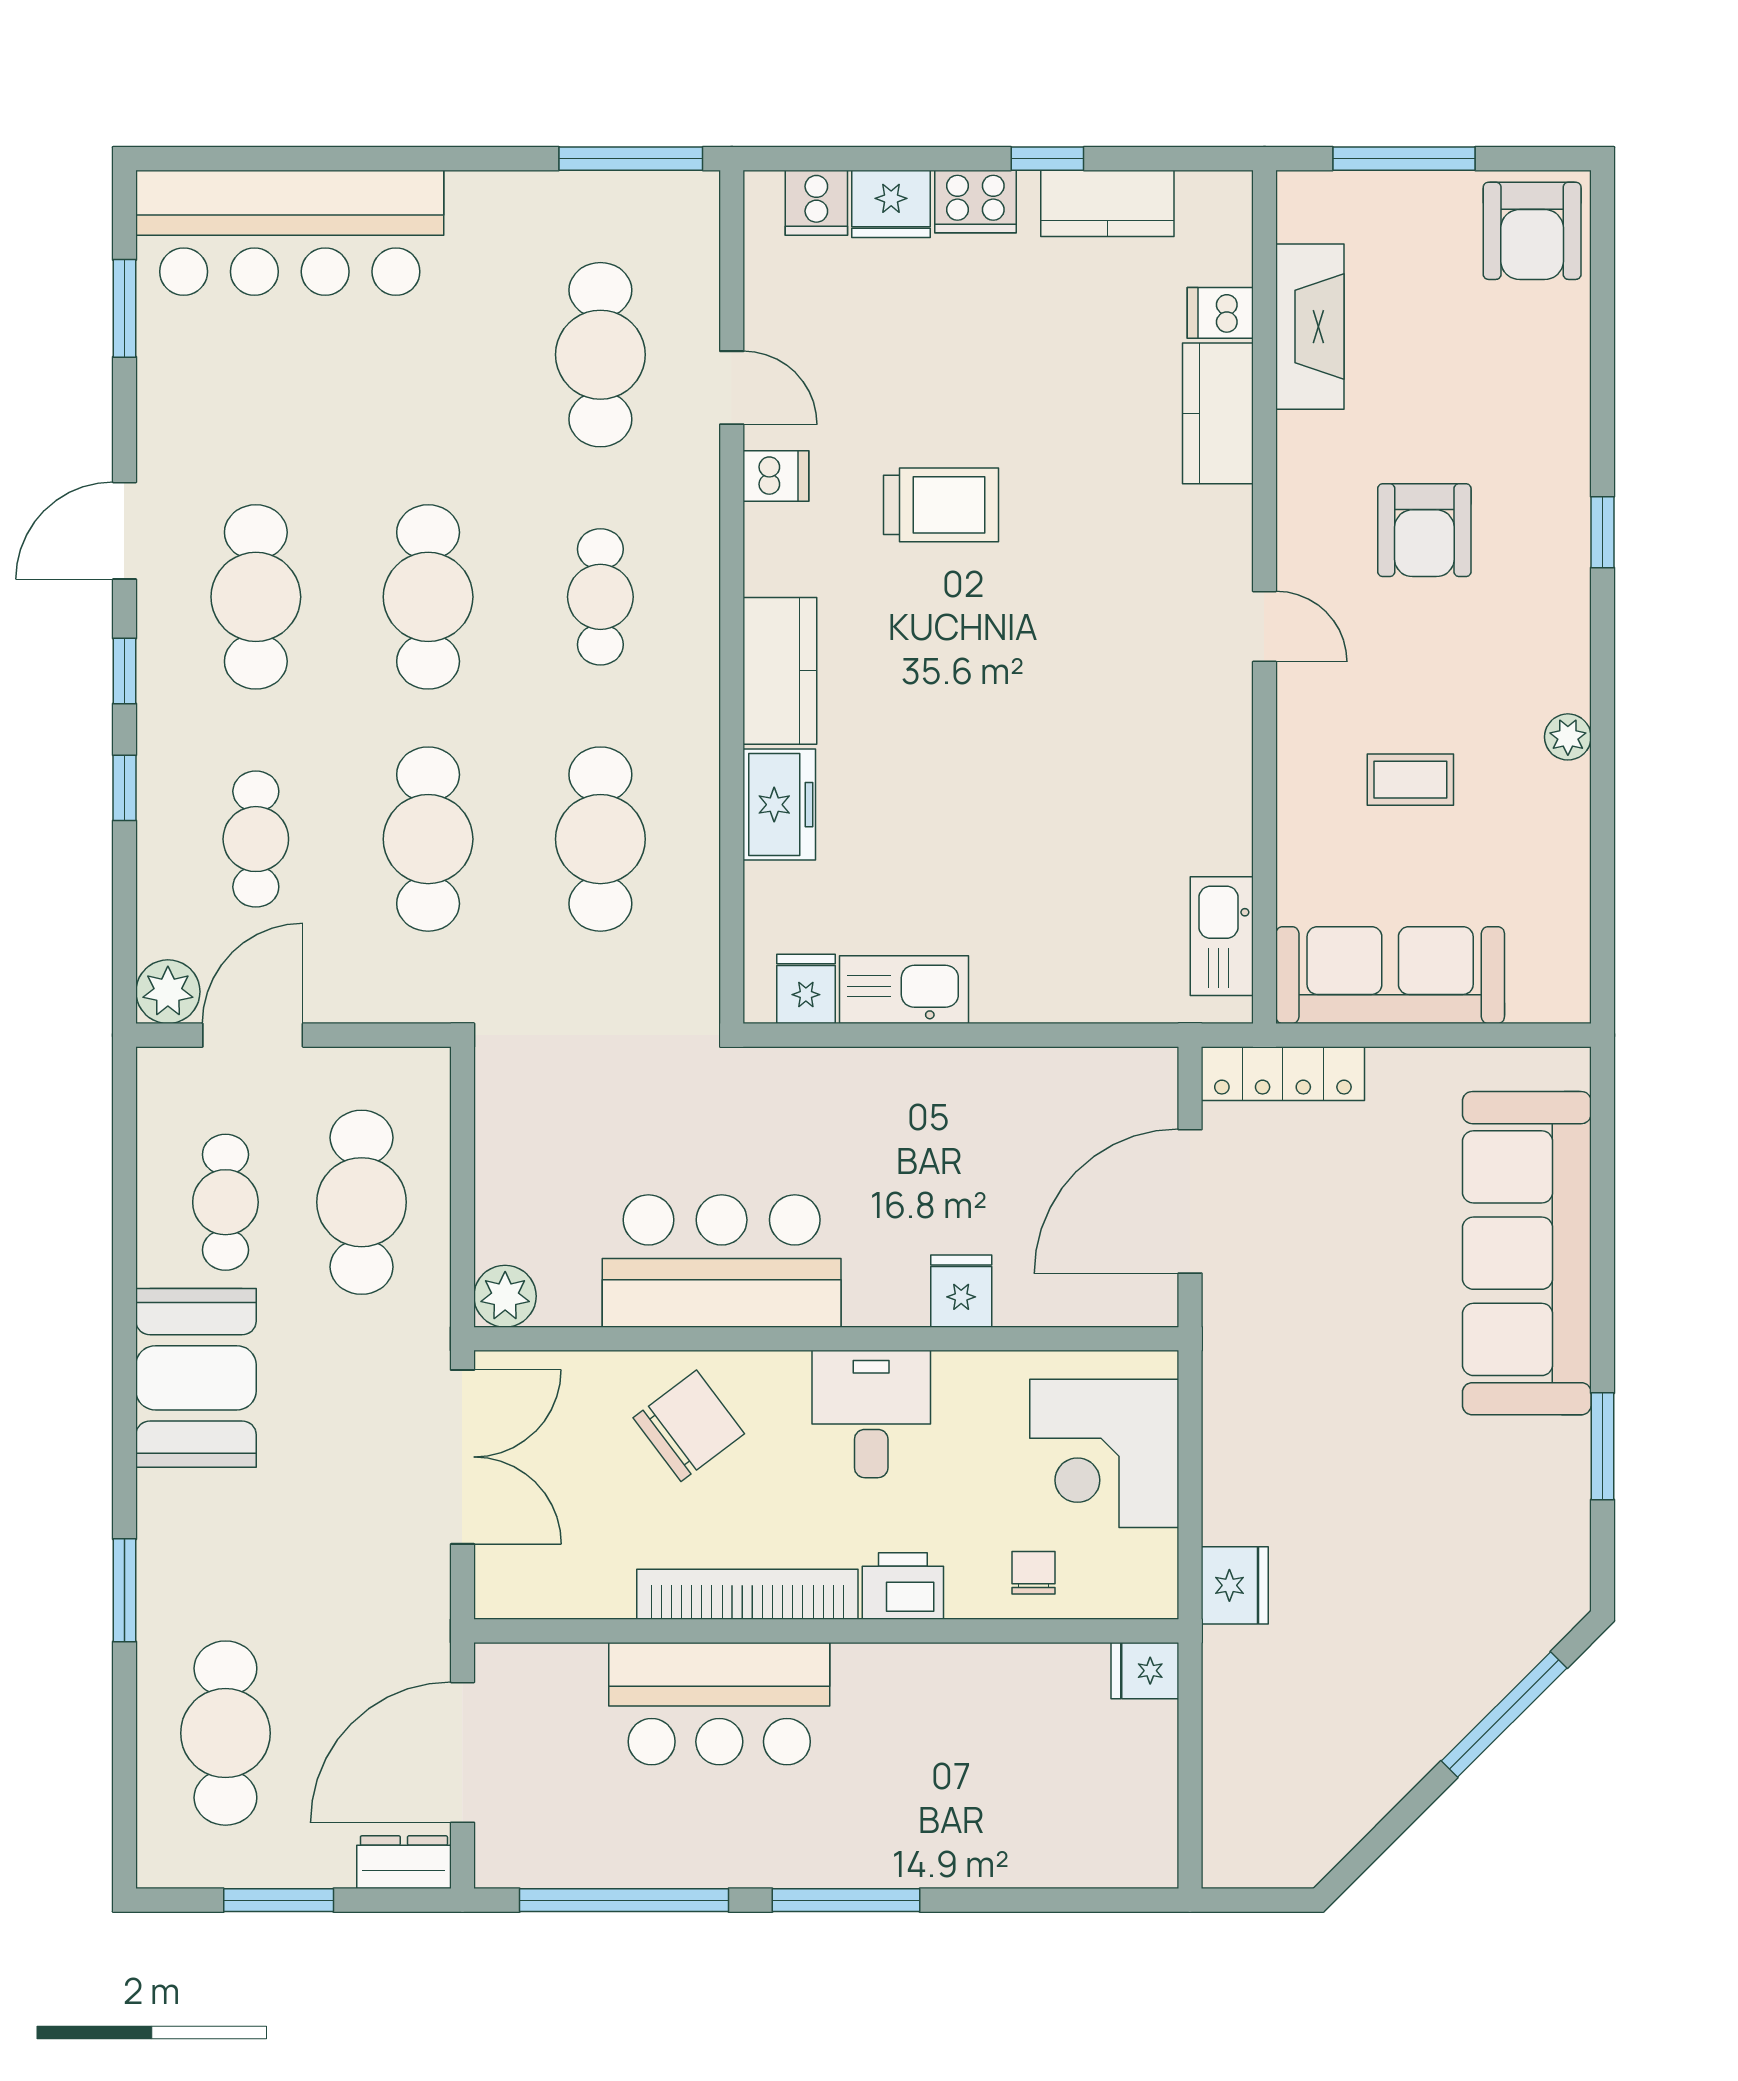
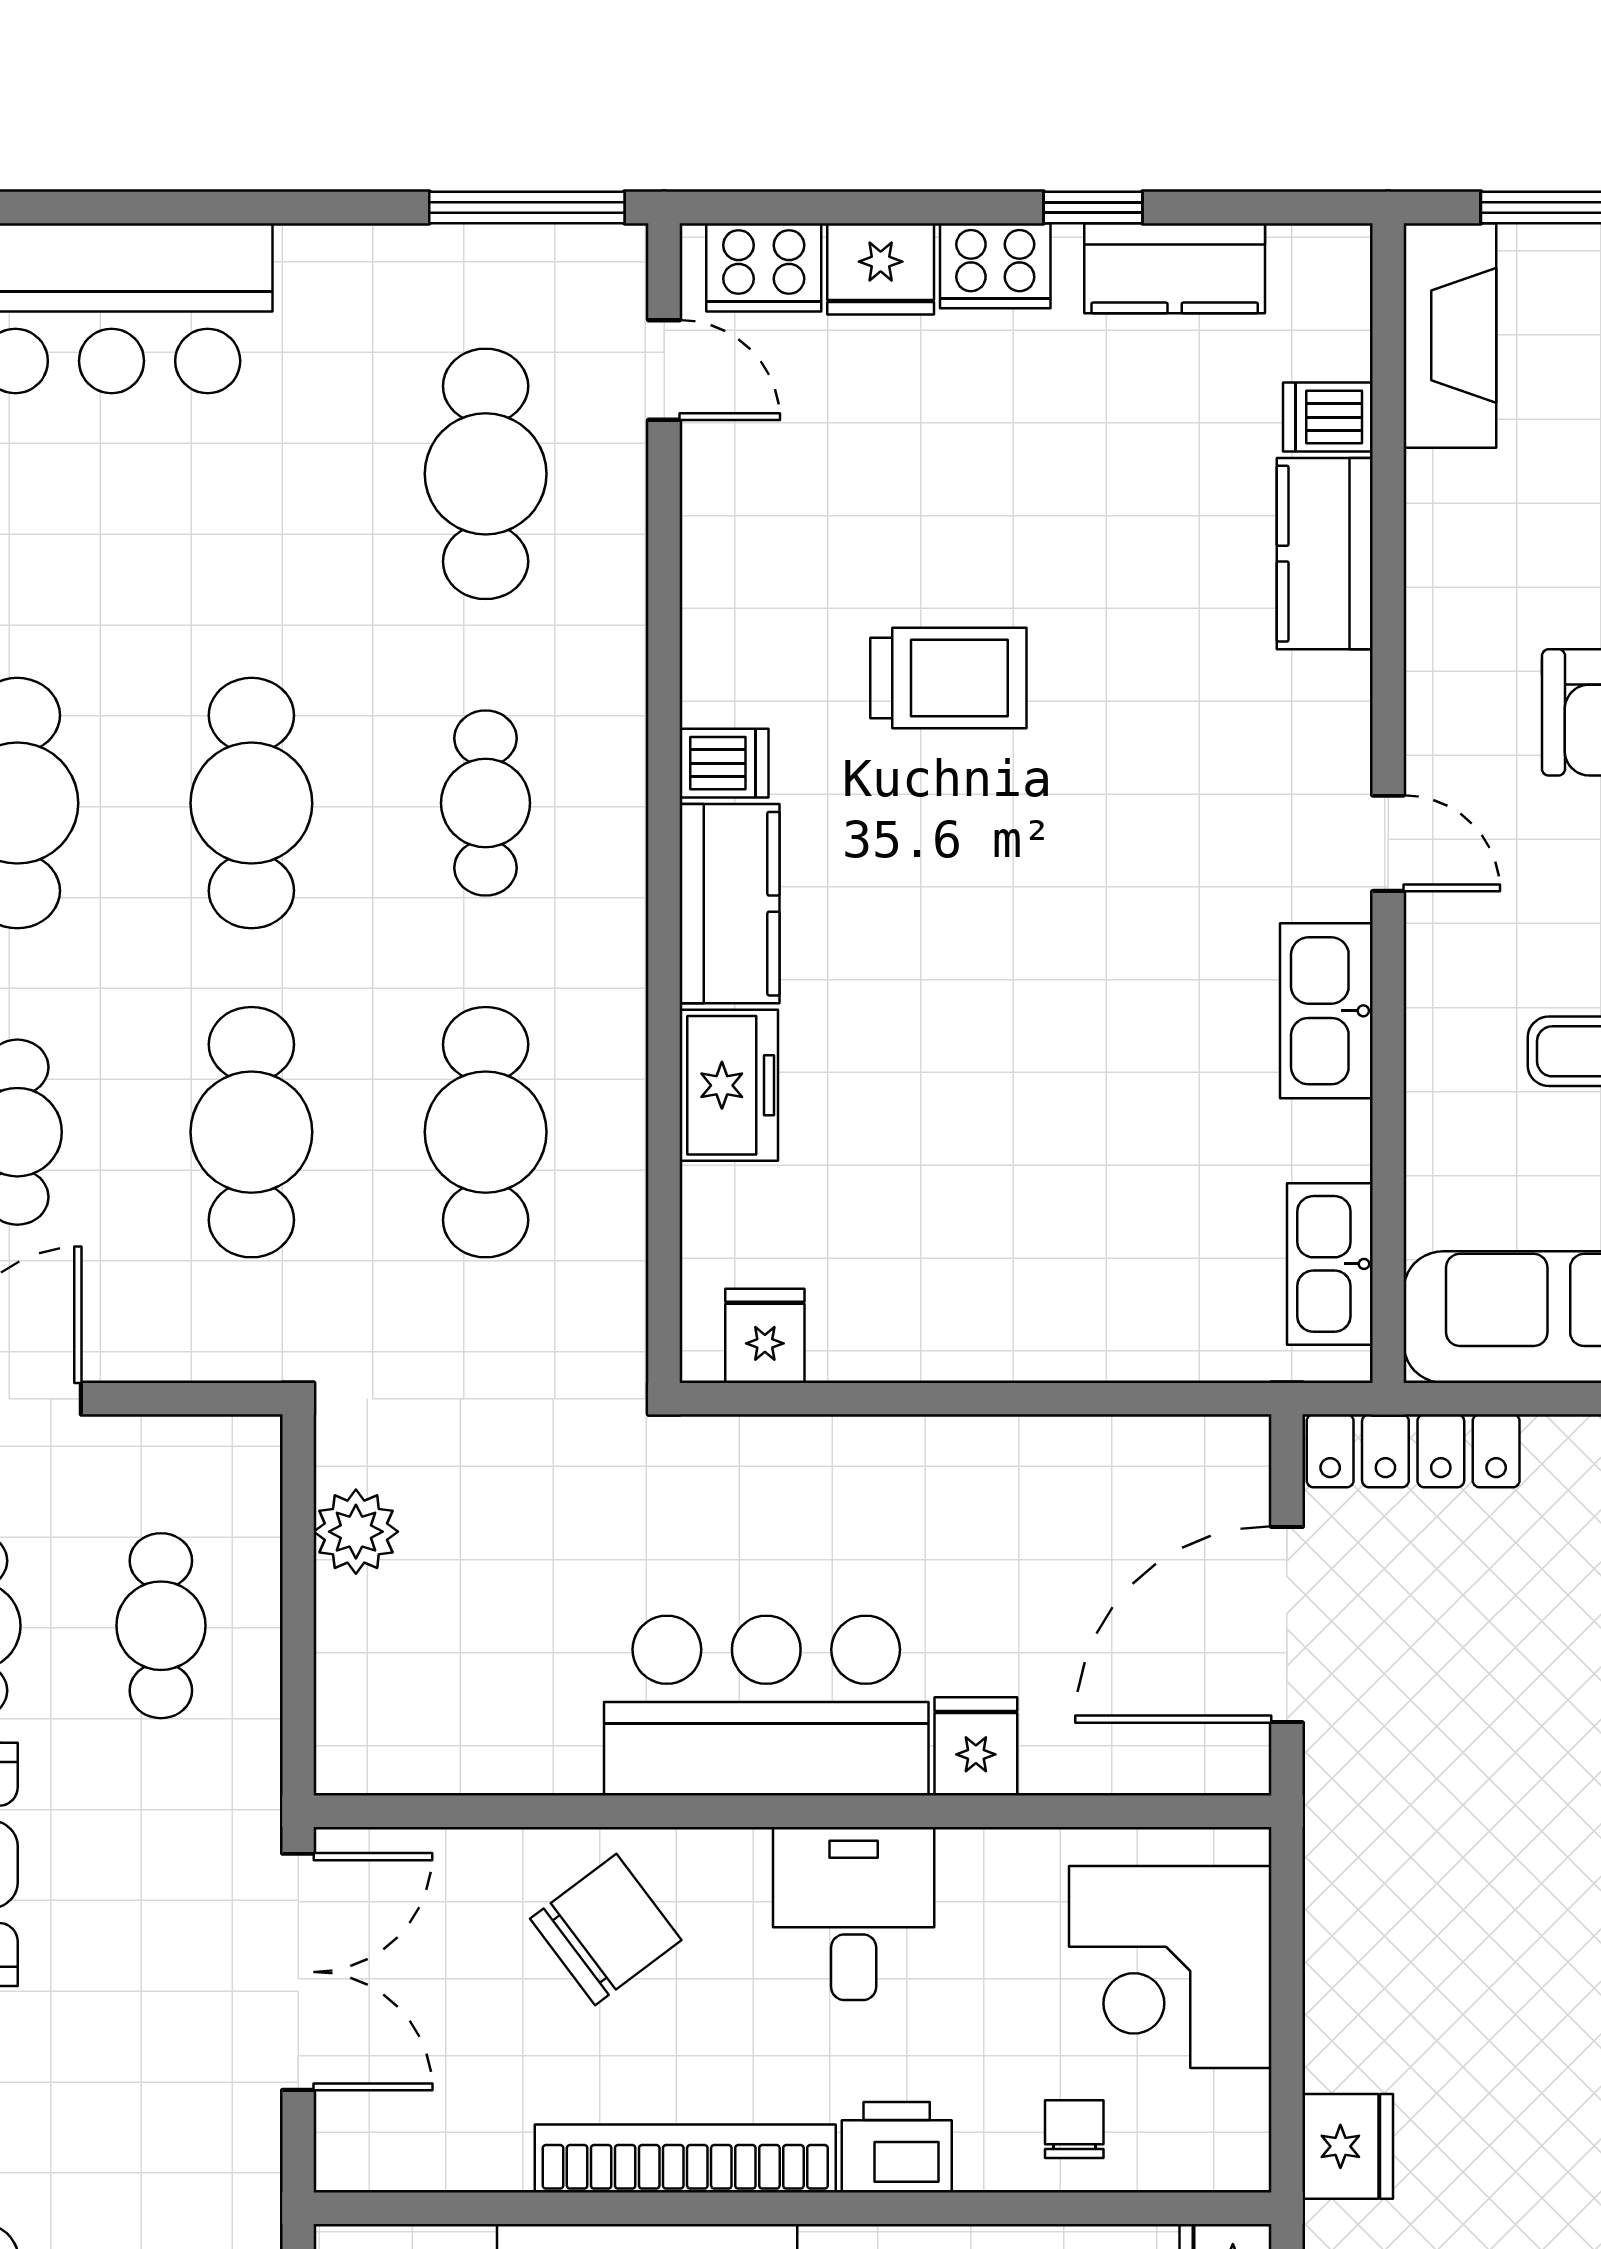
cooker: (816, 203) -> (764, 267), width x1.36
fireplace: (1310, 327) -> (1450, 335), moved
door: (732, 388) -> (664, 370), moved
dishwasher: (776, 476) -> (724, 763), moved
kitchen sink: (904, 990) -> (1326, 1011), moved, turned -90
cafe table: (362, 1202) -> (161, 1626), width x0.73, depth x0.74
bar counter: (722, 1261) -> (766, 1706), moved
plant: (505, 1296) -> (356, 1532), moved

